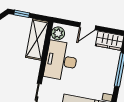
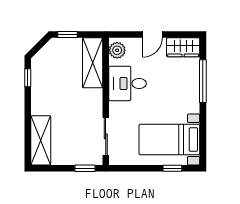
desk: (61, 61) -> (128, 83), width x0.73

